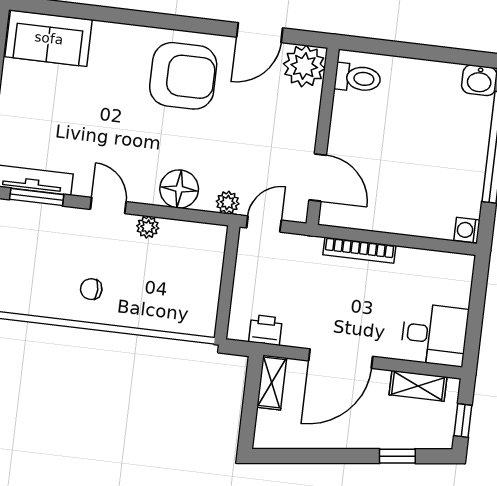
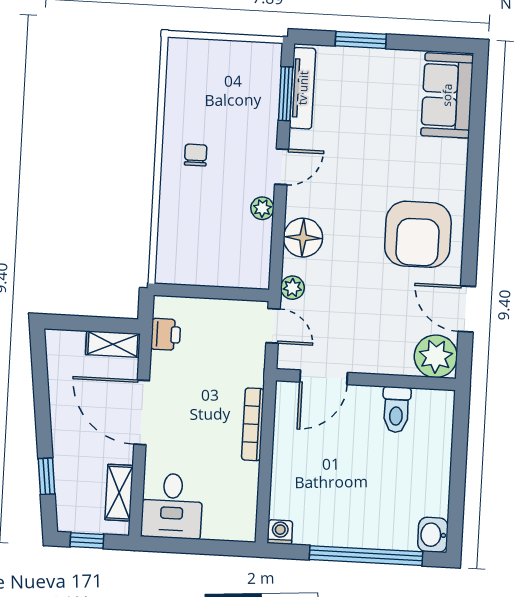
toilet: (358, 78) -> (396, 410), moved

